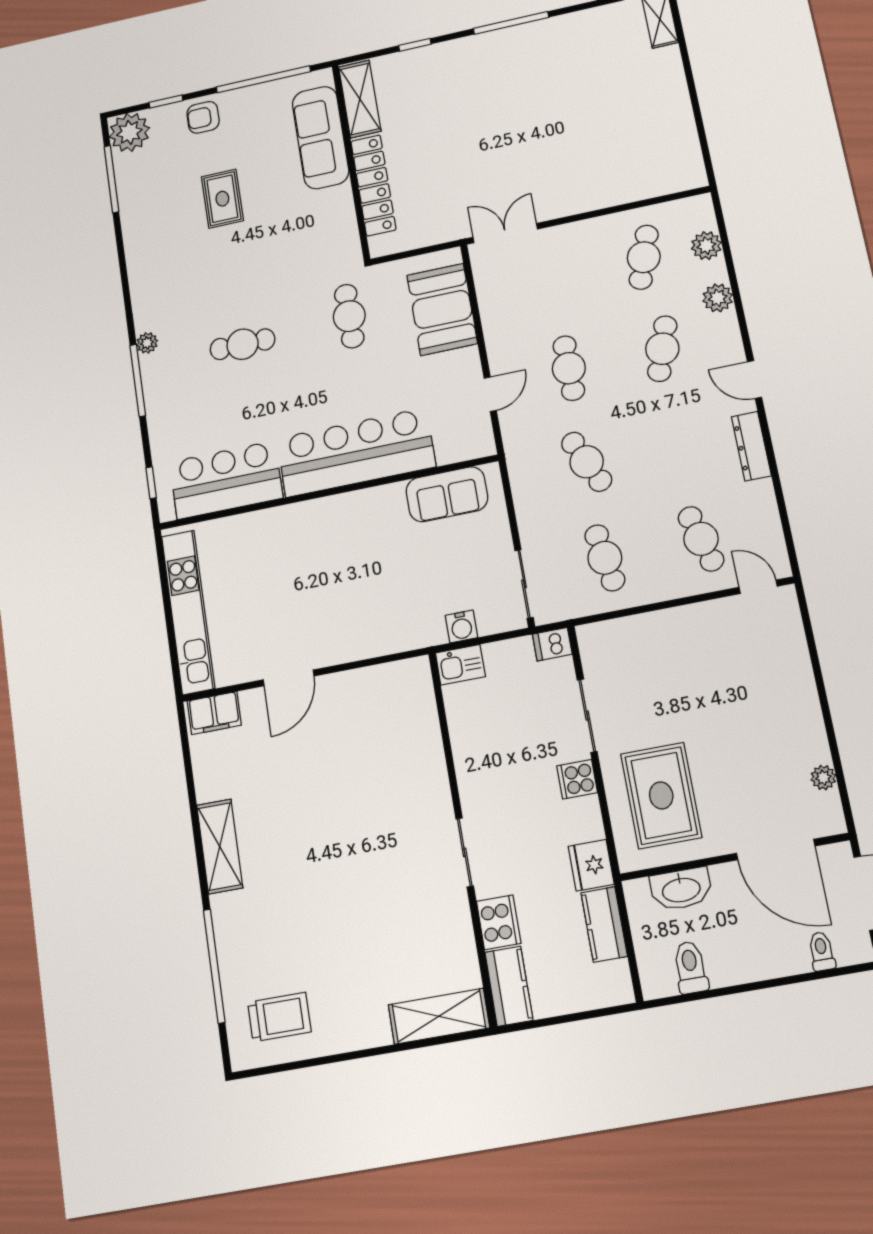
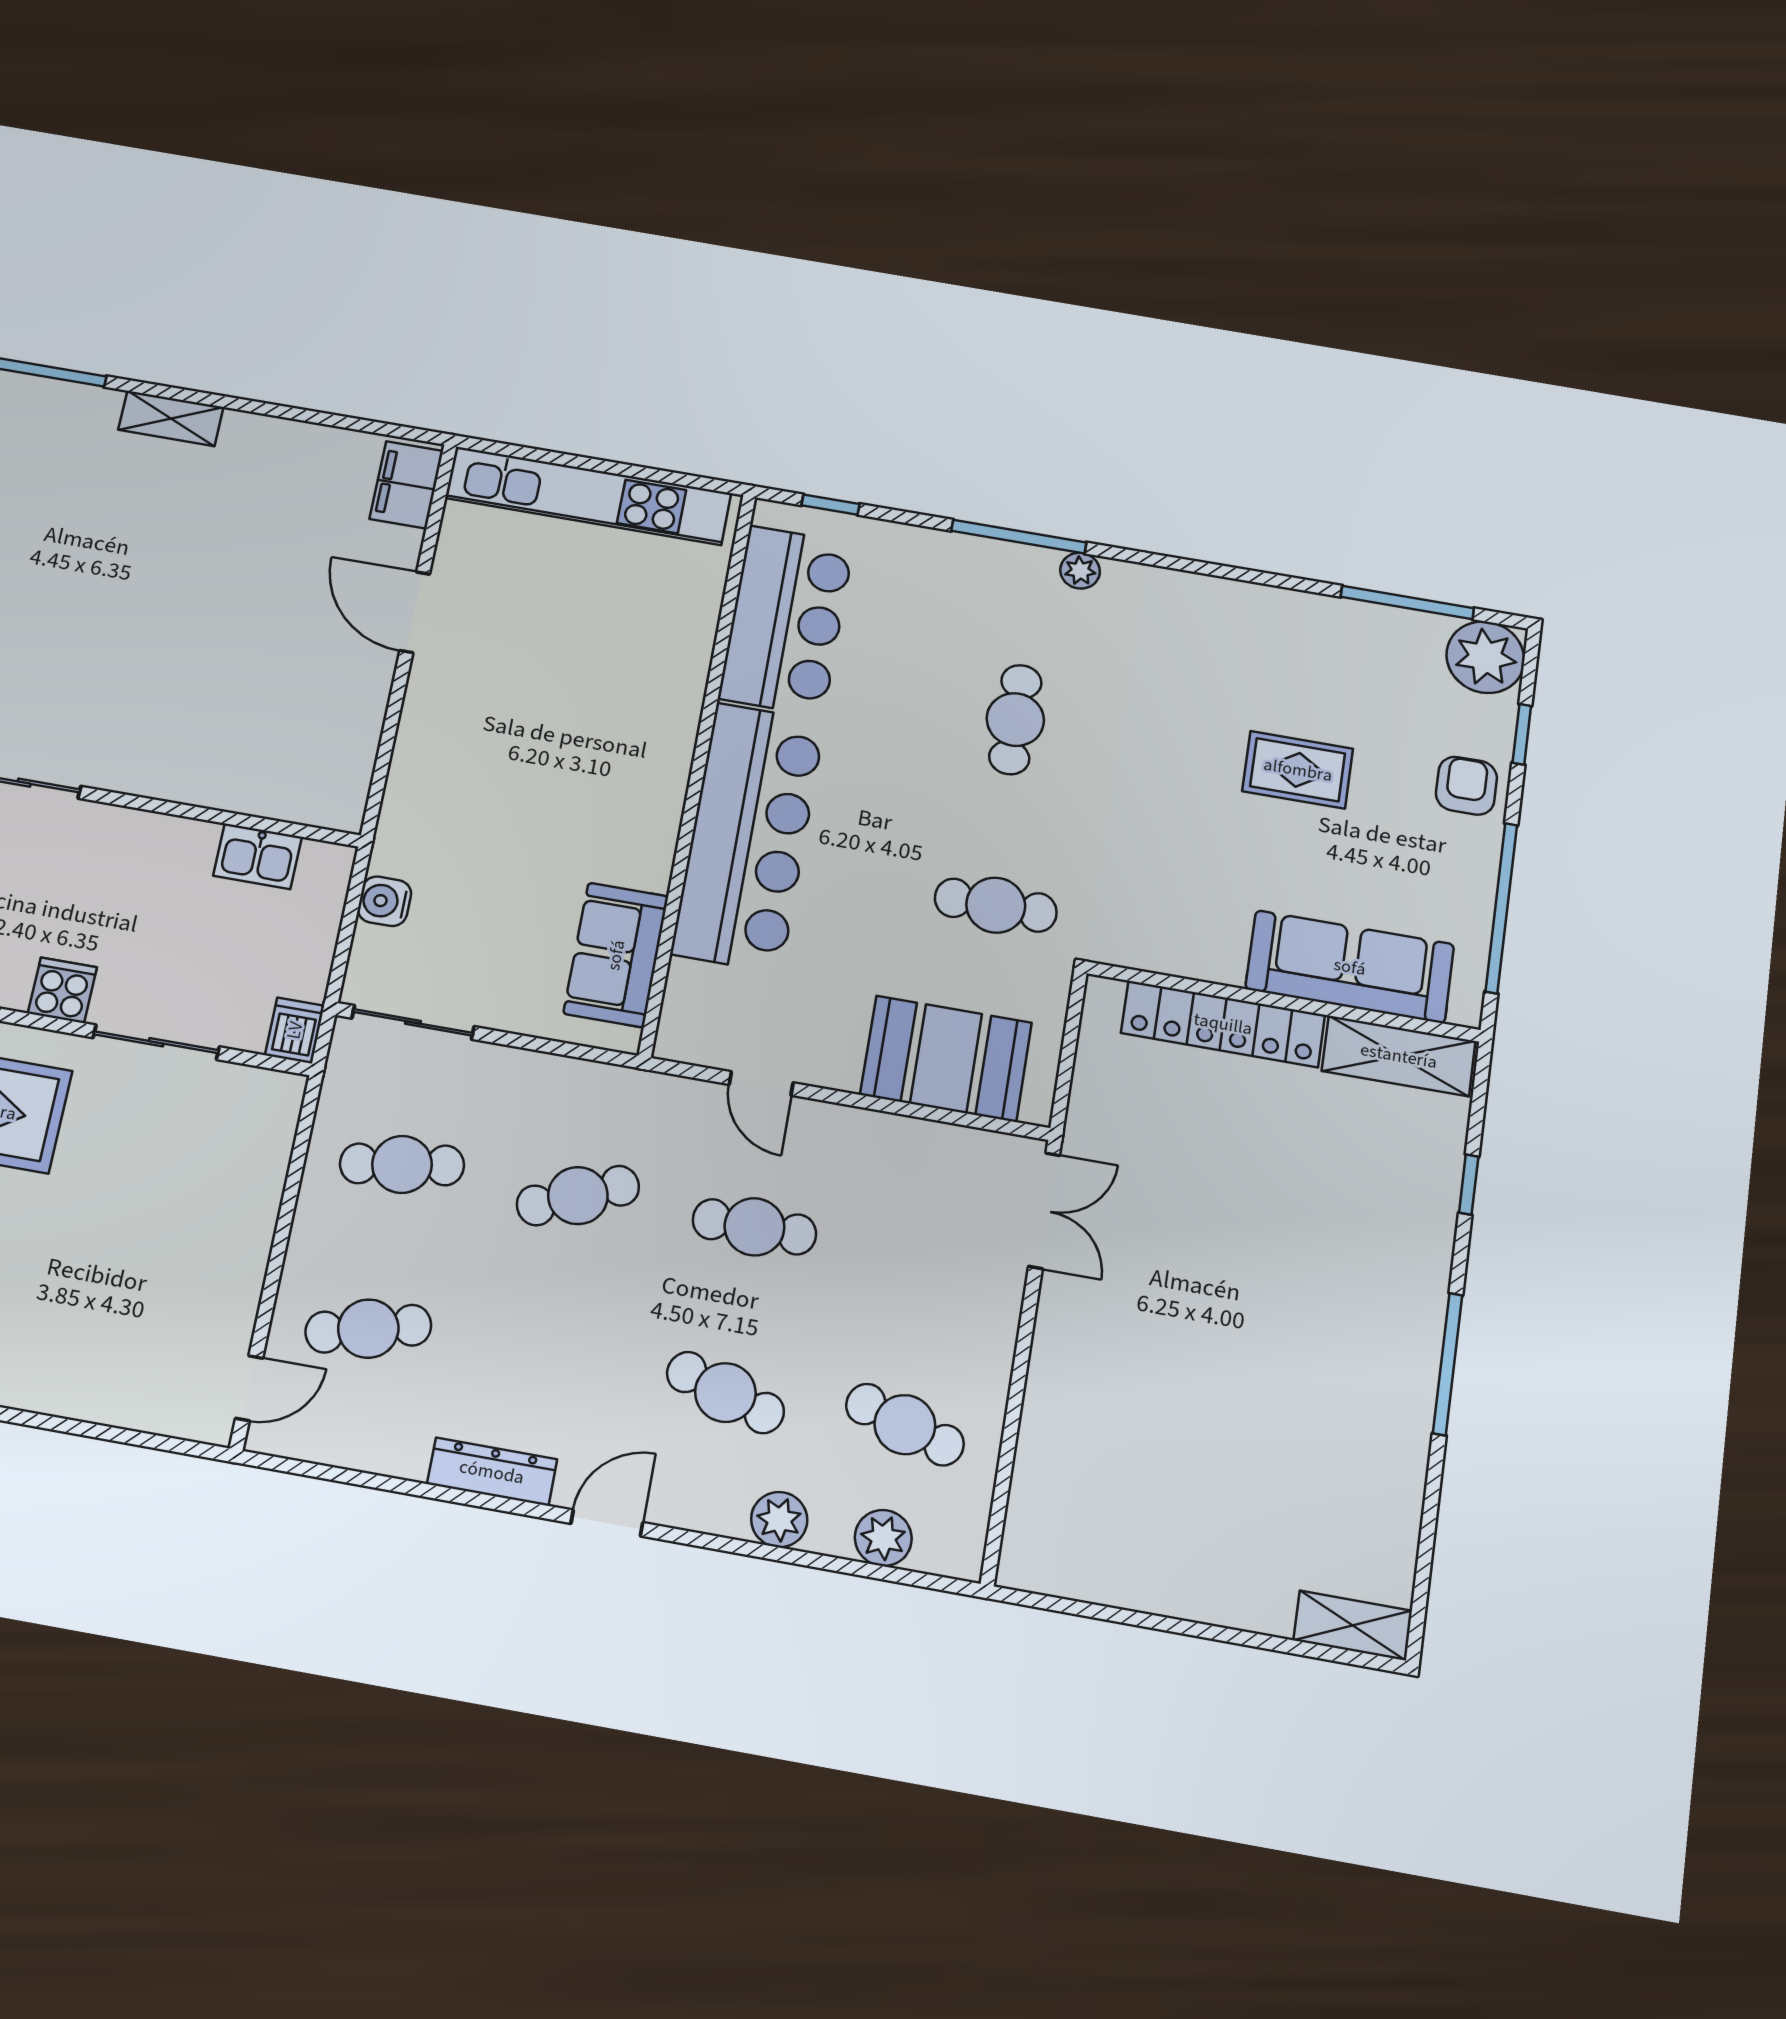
kitchen sink: (460, 665) -> (257, 856), moved, turned -90
shelving: (220, 846) -> (171, 418), width x0.67, depth x0.75

